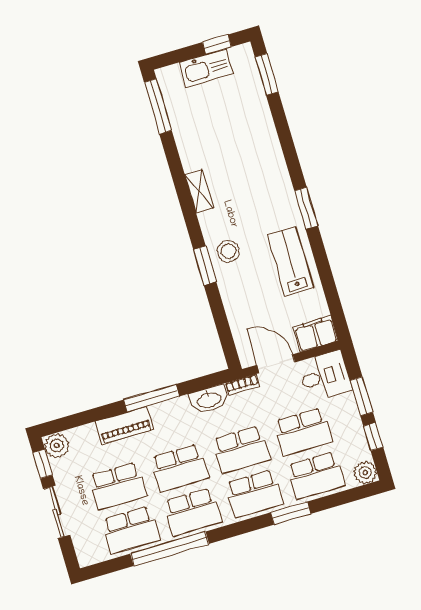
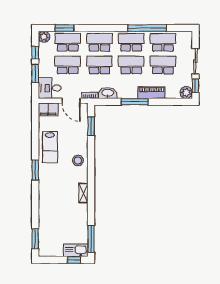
window: (217, 44) -> (74, 260), moved
kitchen sink: (206, 68) -> (76, 250), moved
window: (205, 266) -> (91, 126), moved
window: (291, 513) -> (64, 28), moved

